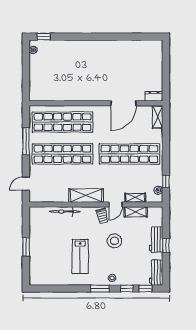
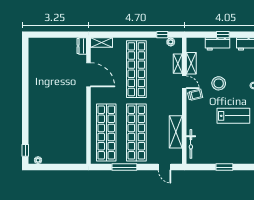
shelving: (86, 196) -> (176, 132), moved
bicycle: (65, 212) -> (191, 144), moved

